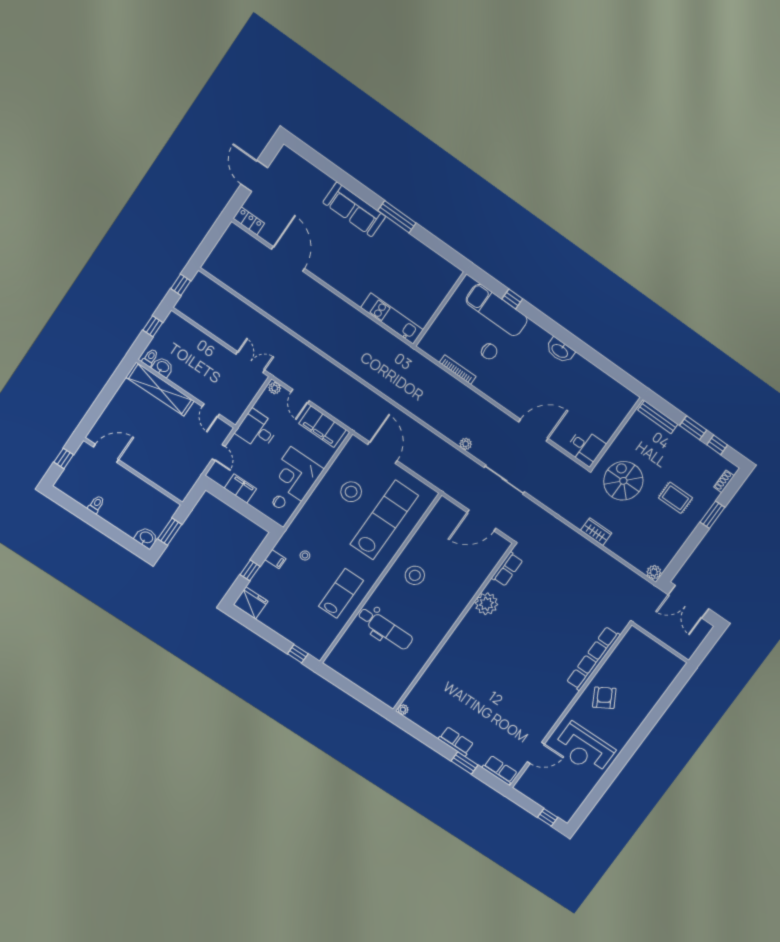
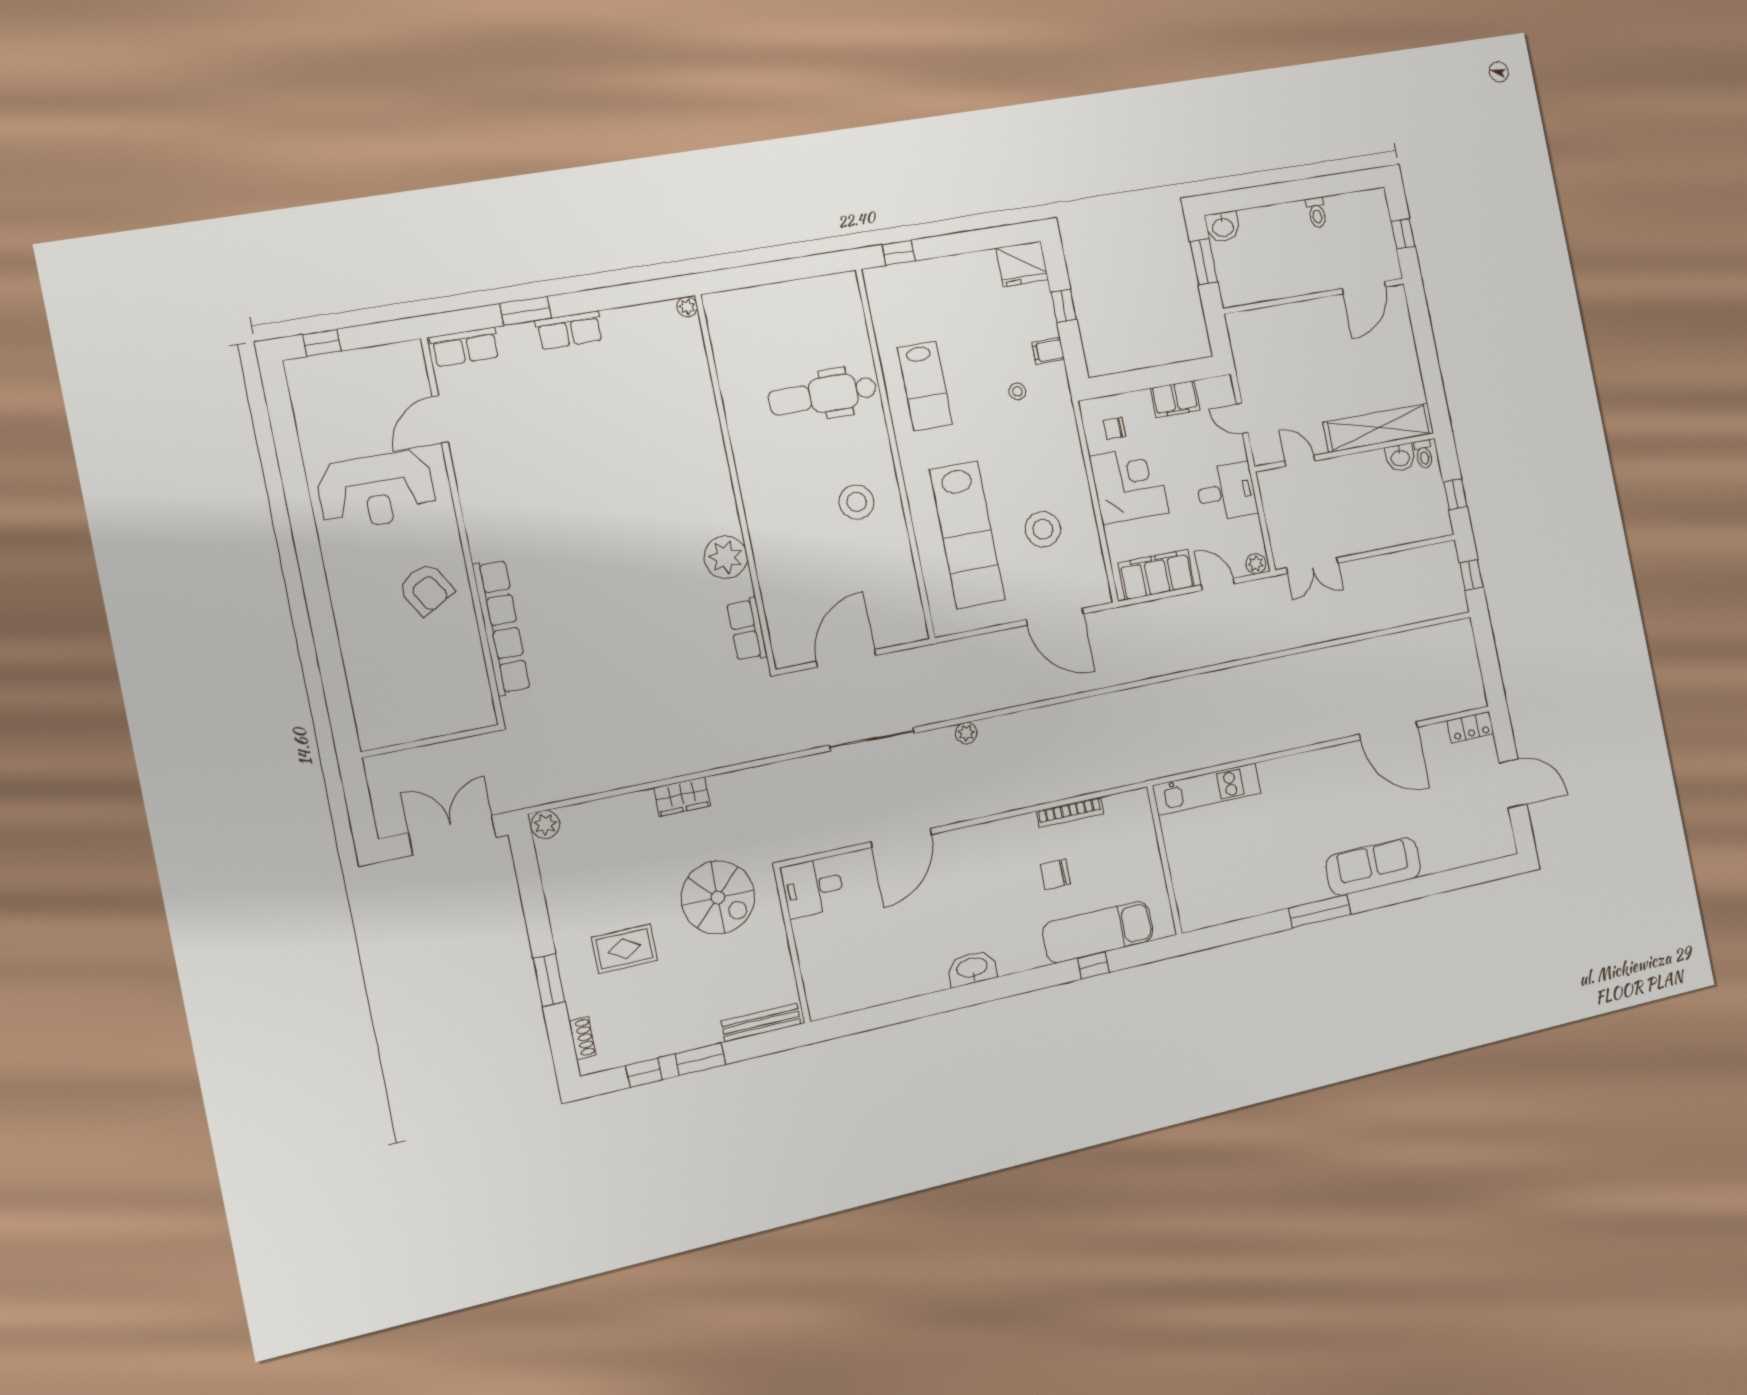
reception desk: (584, 749) -> (376, 490), turned 180

